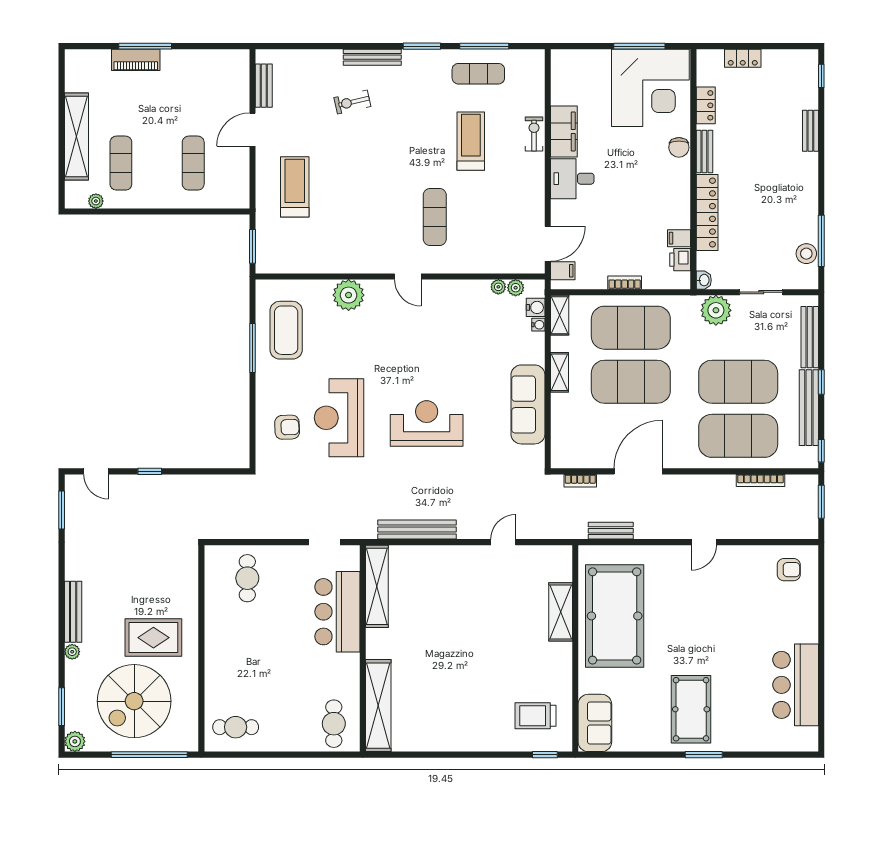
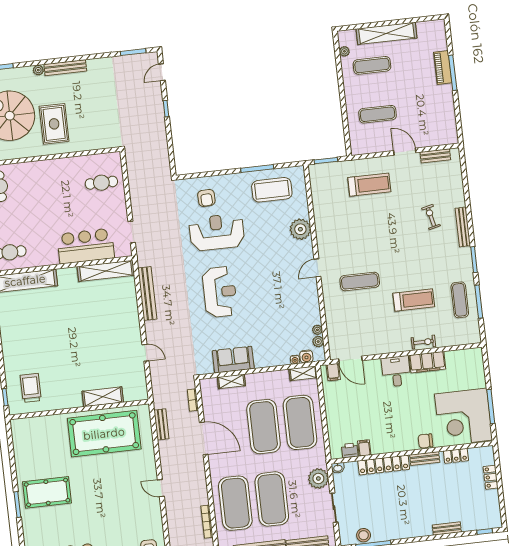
bookcase: (625, 283) -> (330, 415), removed
shelving: (560, 372) -> (231, 381), moved
sofa: (528, 404) -> (233, 360), width x0.73
sofa: (595, 723) -> (30, 428), removed

